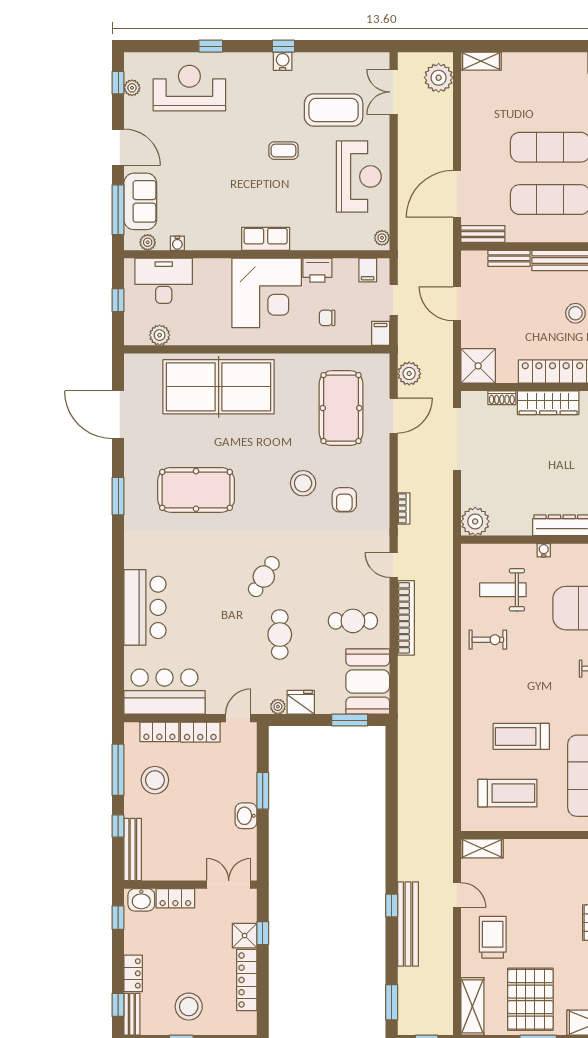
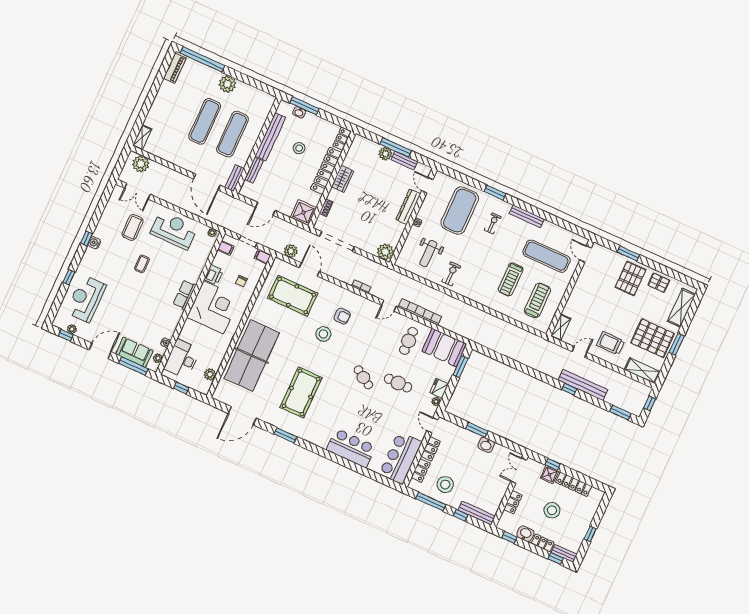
coffee table: (334, 110) -> (133, 227), width x0.73, depth x0.76
wardrobe: (548, 403) -> (342, 179), width x0.67
washbasin: (141, 900) -> (525, 534), moved, turned -90
stool: (189, 1007) -> (552, 510), moved

